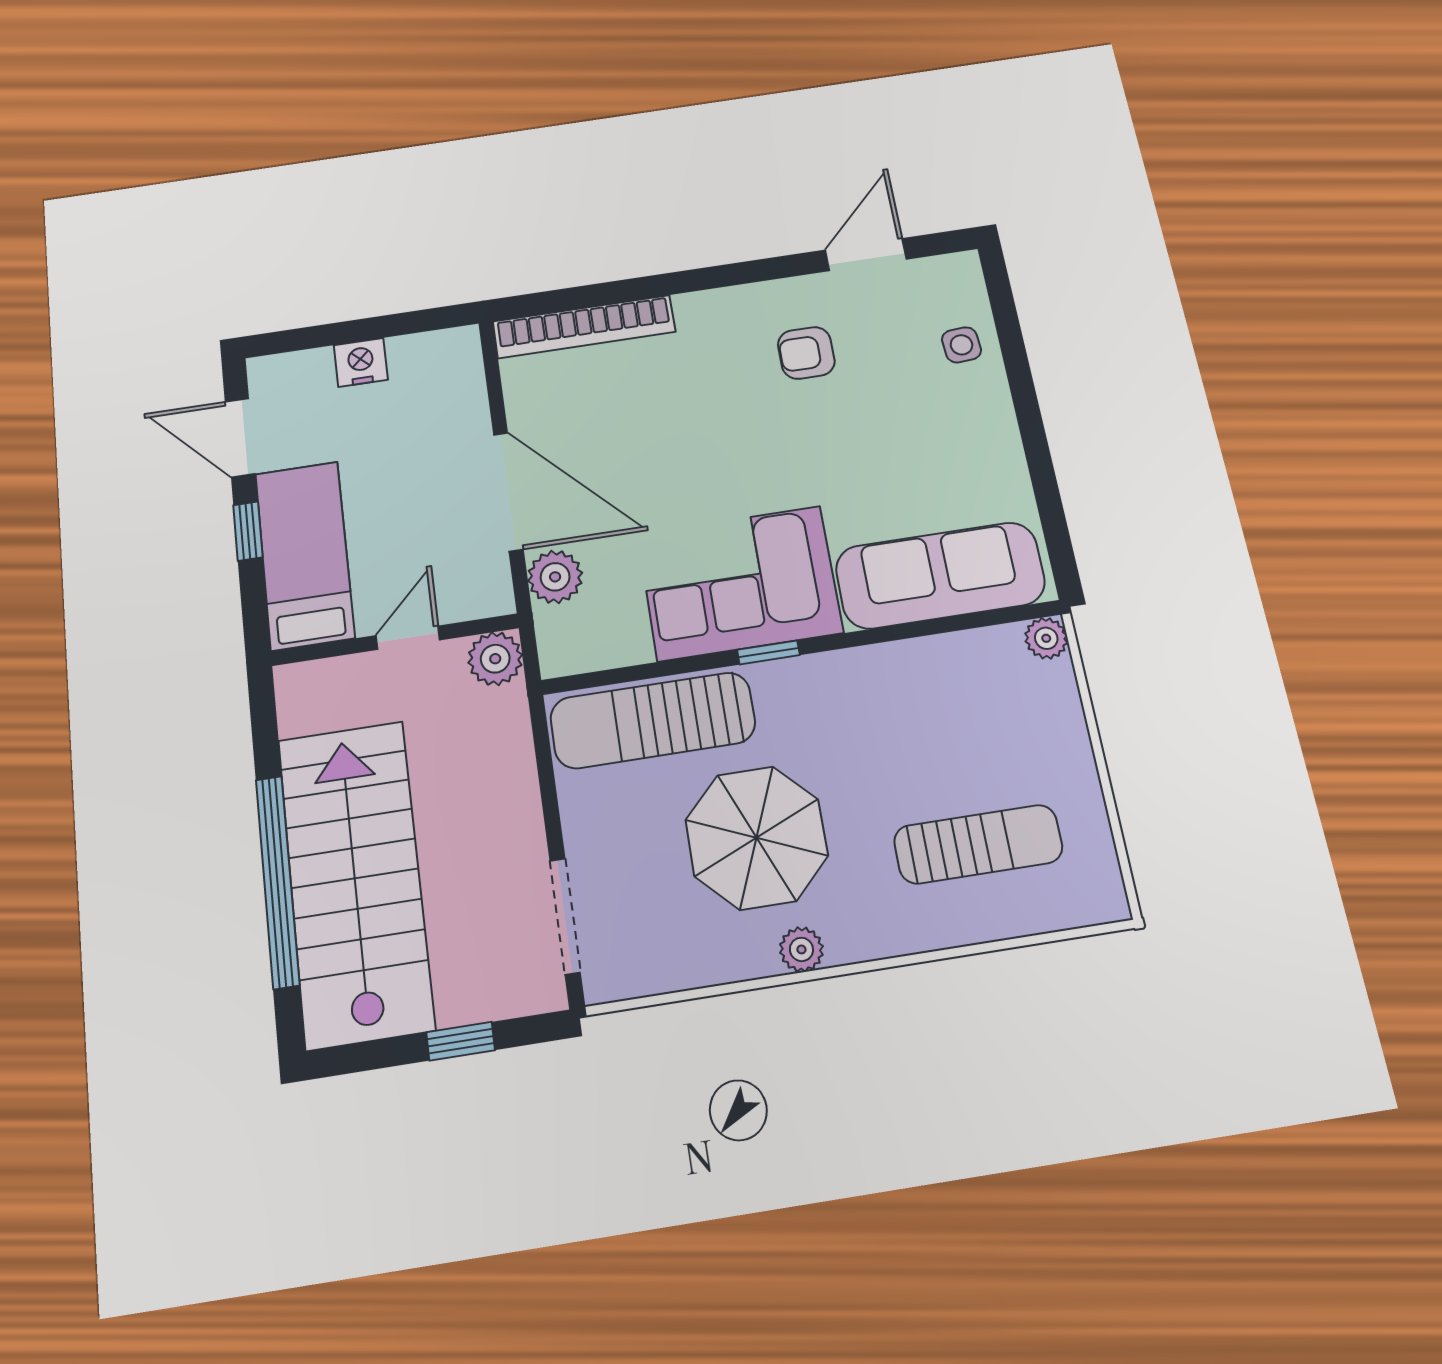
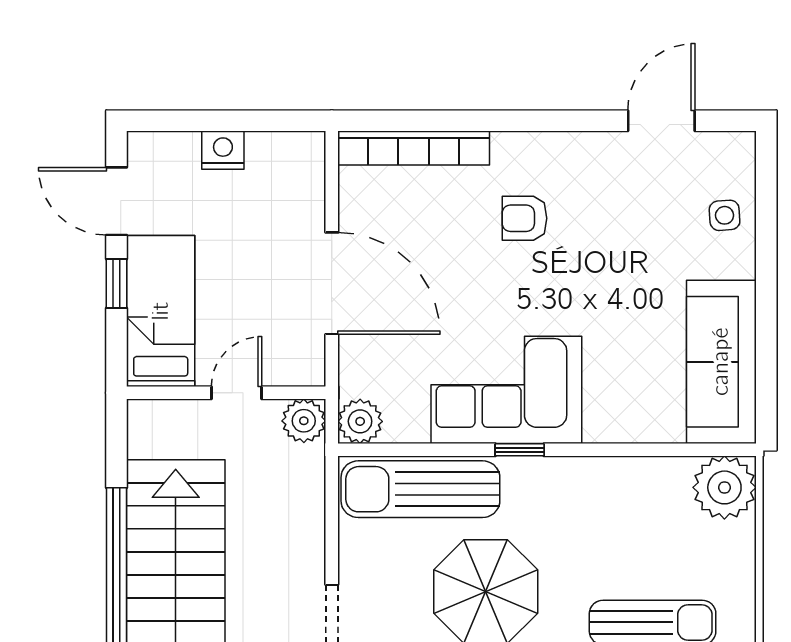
armchair: (806, 353) -> (525, 218), moved
sofa: (940, 575) -> (721, 362), moved, turned -90
plant: (555, 577) -> (360, 421), moved
plant: (1046, 638) -> (724, 487), width x1.88, depth x1.88

